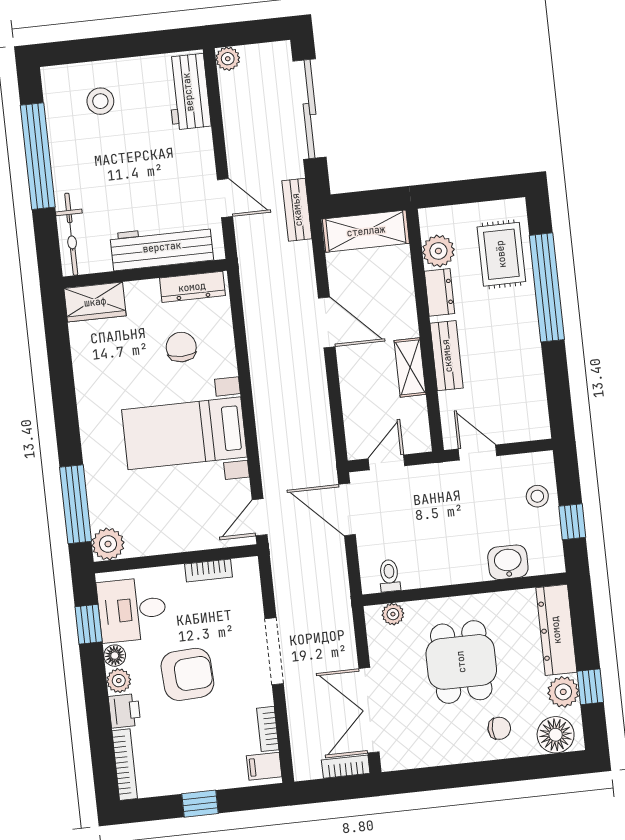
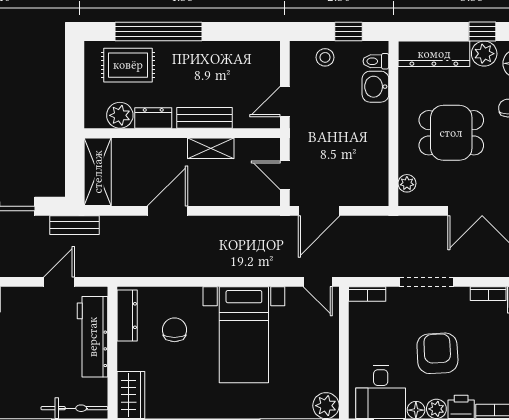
chair: (181, 347) -> (174, 330), turned 90
bookcase: (208, 570) -> (367, 294), moved, turned 90
toilet: (389, 576) -> (376, 61), moved

